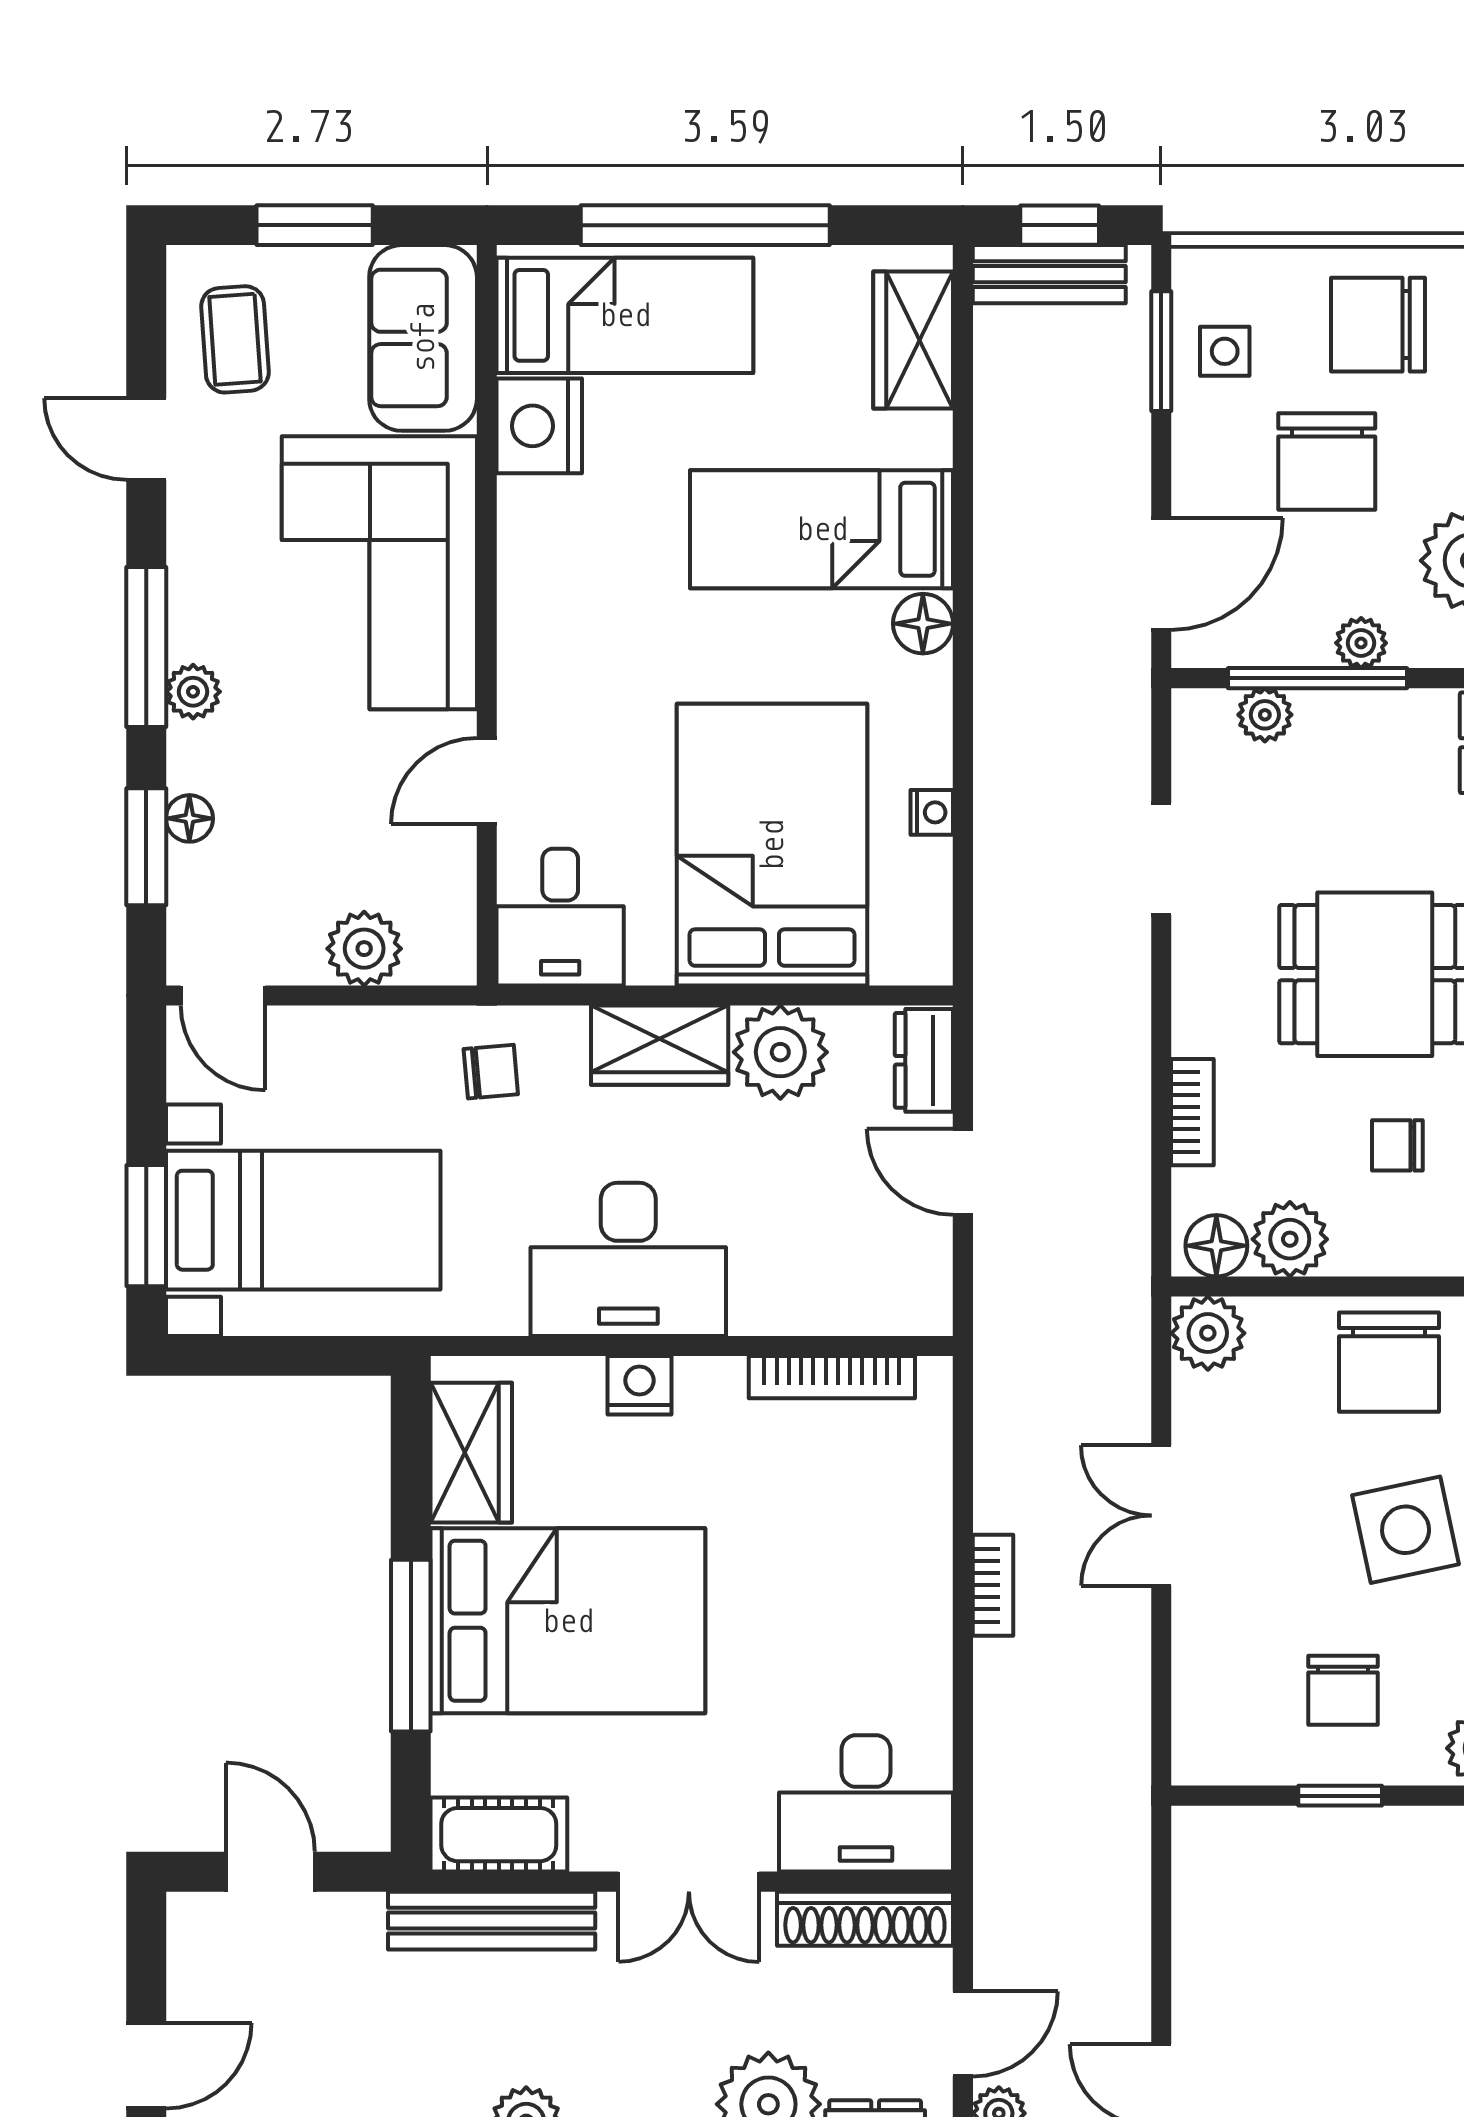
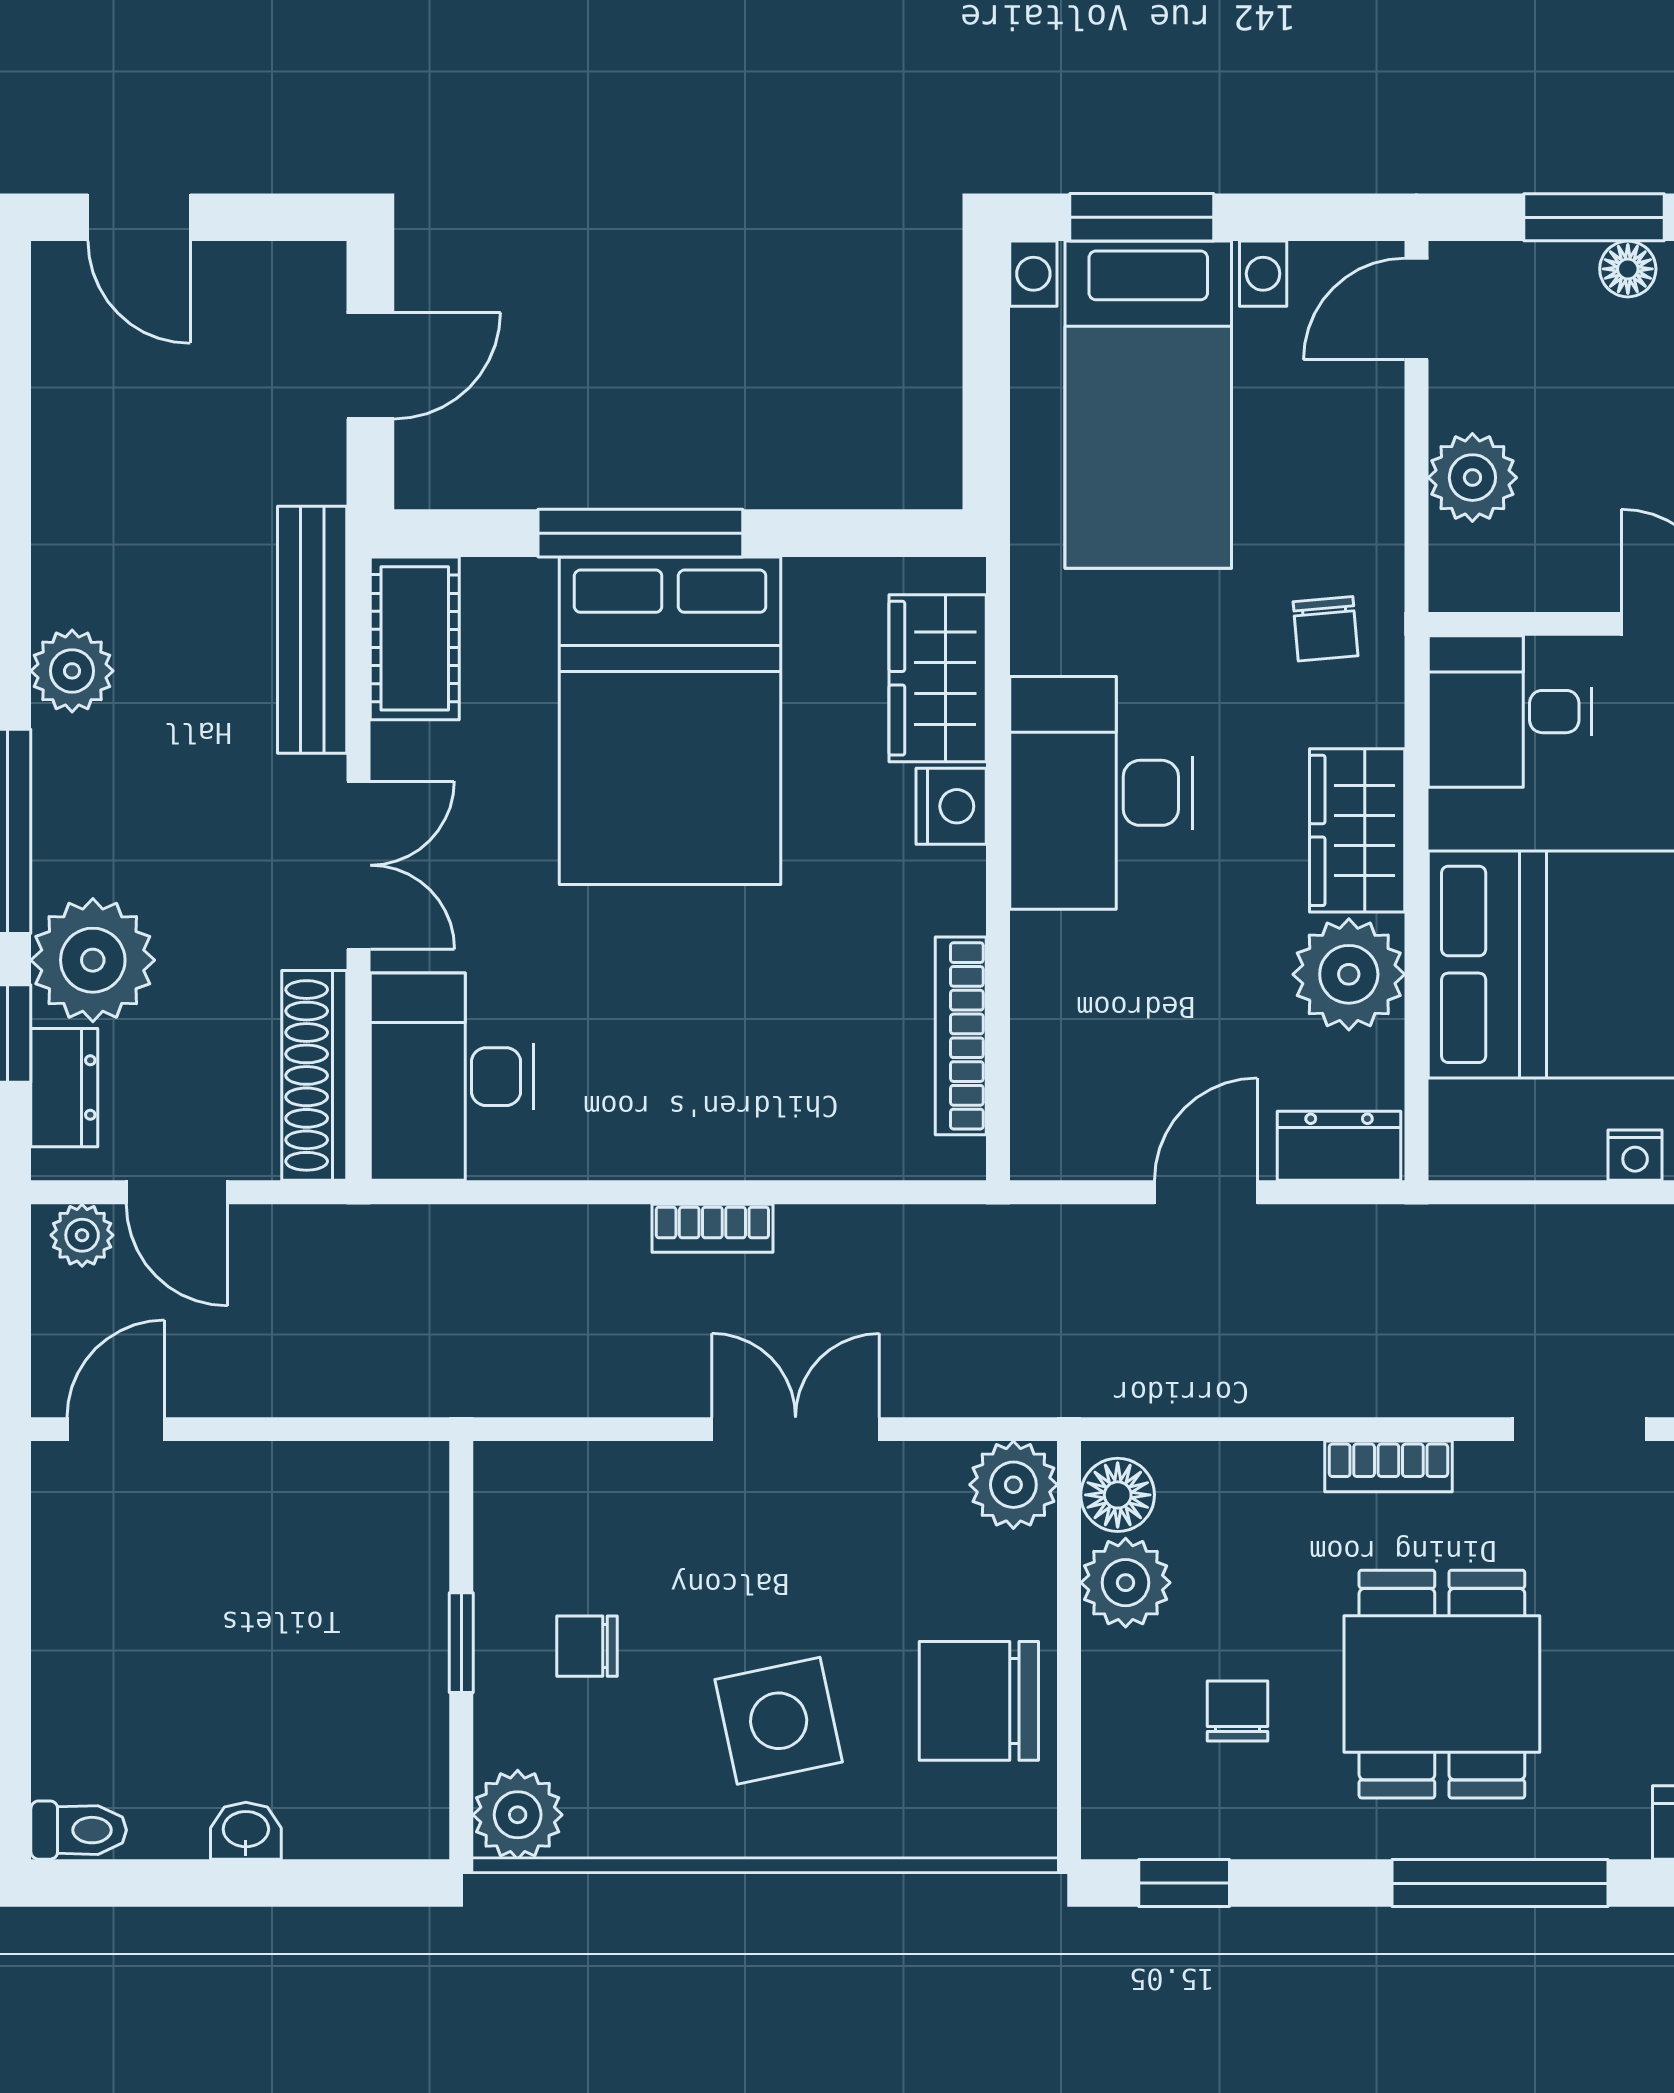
bookcase: (1192, 1112) -> (1388, 1466), moved
wardrobe: (471, 1453) -> (938, 678), moved, turned 90
chair: (1343, 1690) -> (587, 1646), width x0.73, depth x0.73
double door: (689, 1882) -> (359, 865), swing flipped

